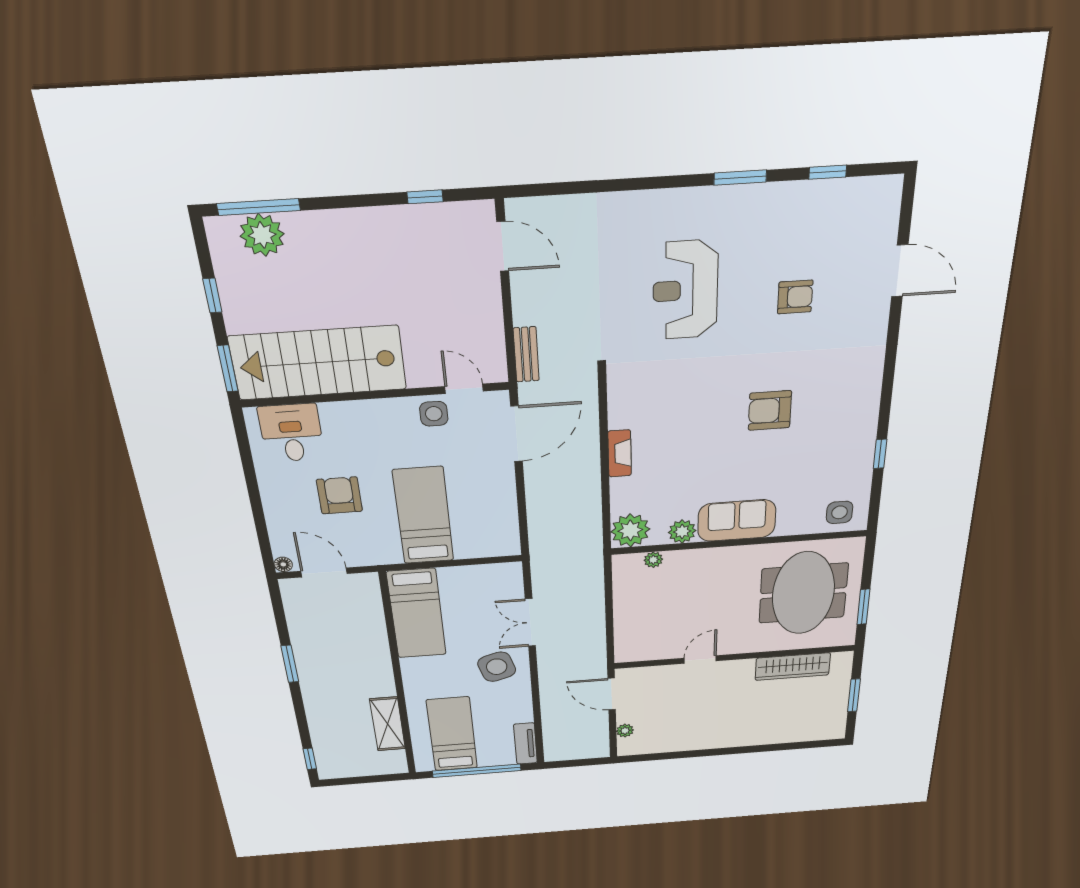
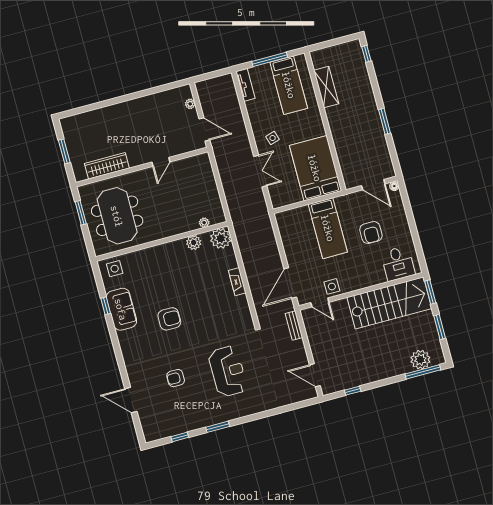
window: (212, 296) -> (440, 327), width x1.50
sofa: (737, 521) -> (121, 309), moved, turned -90
bed: (417, 614) -> (315, 168), width x1.50
side table: (497, 667) -> (273, 138), width x0.54, depth x0.54
window: (477, 771) -> (270, 59), width x0.68

